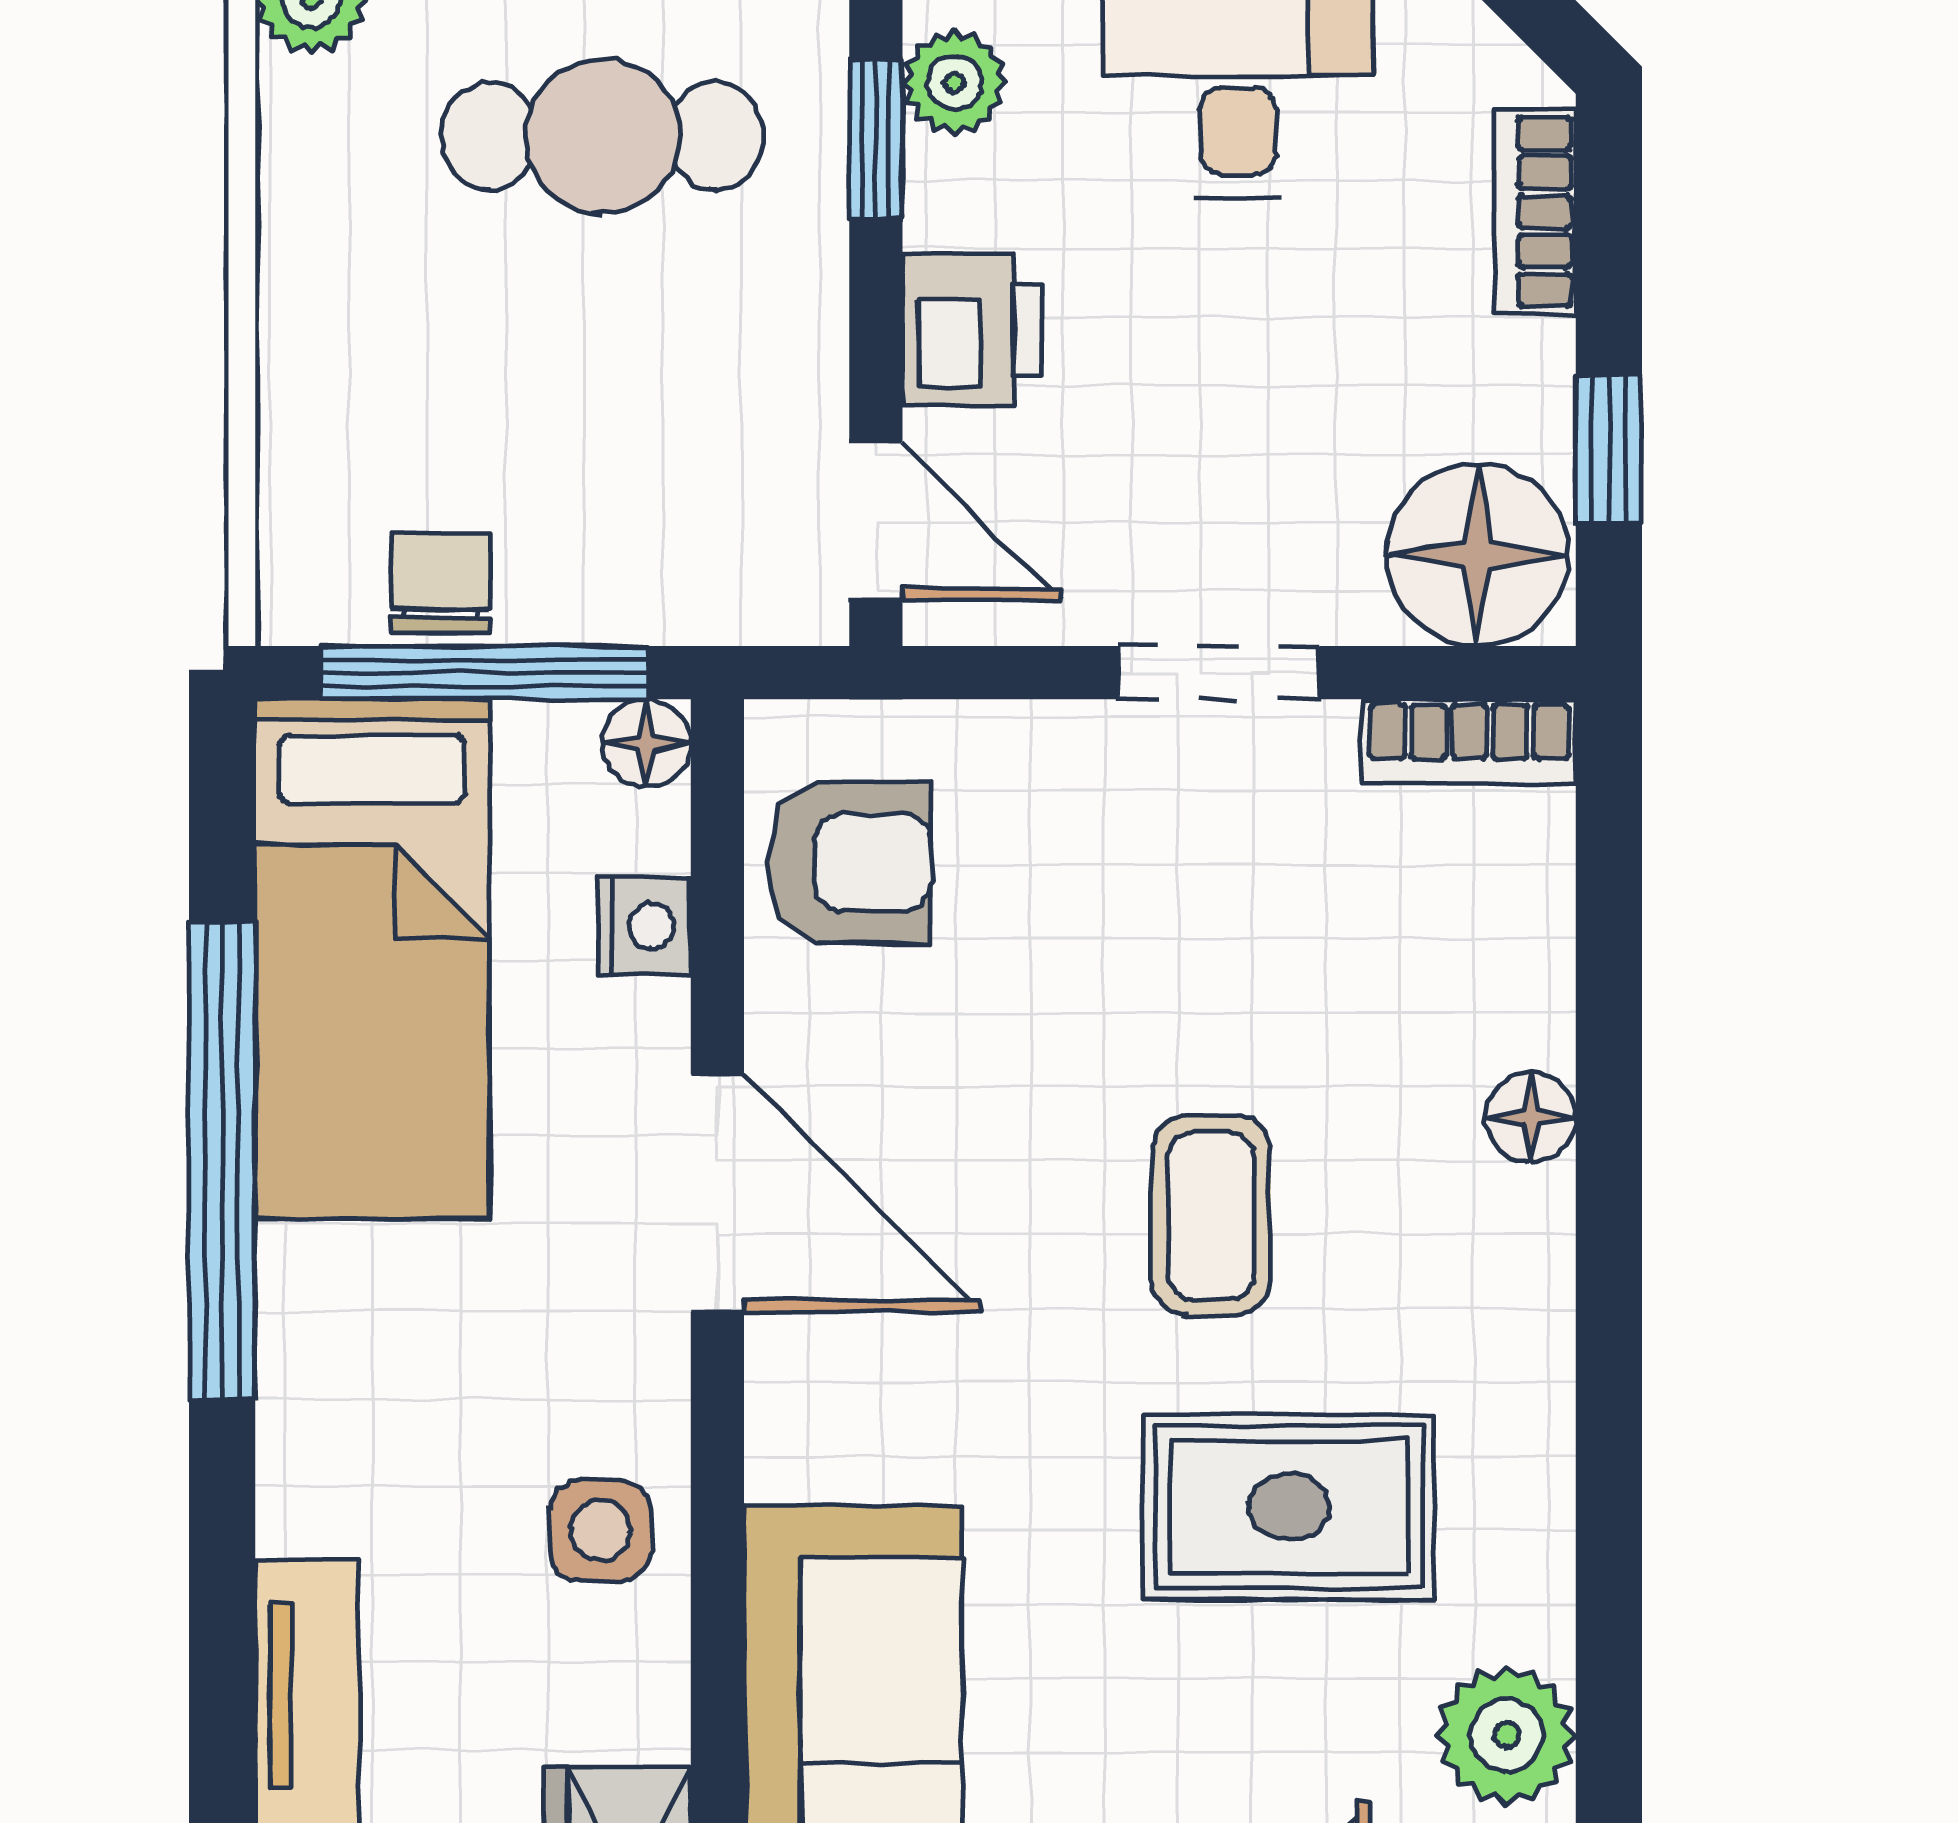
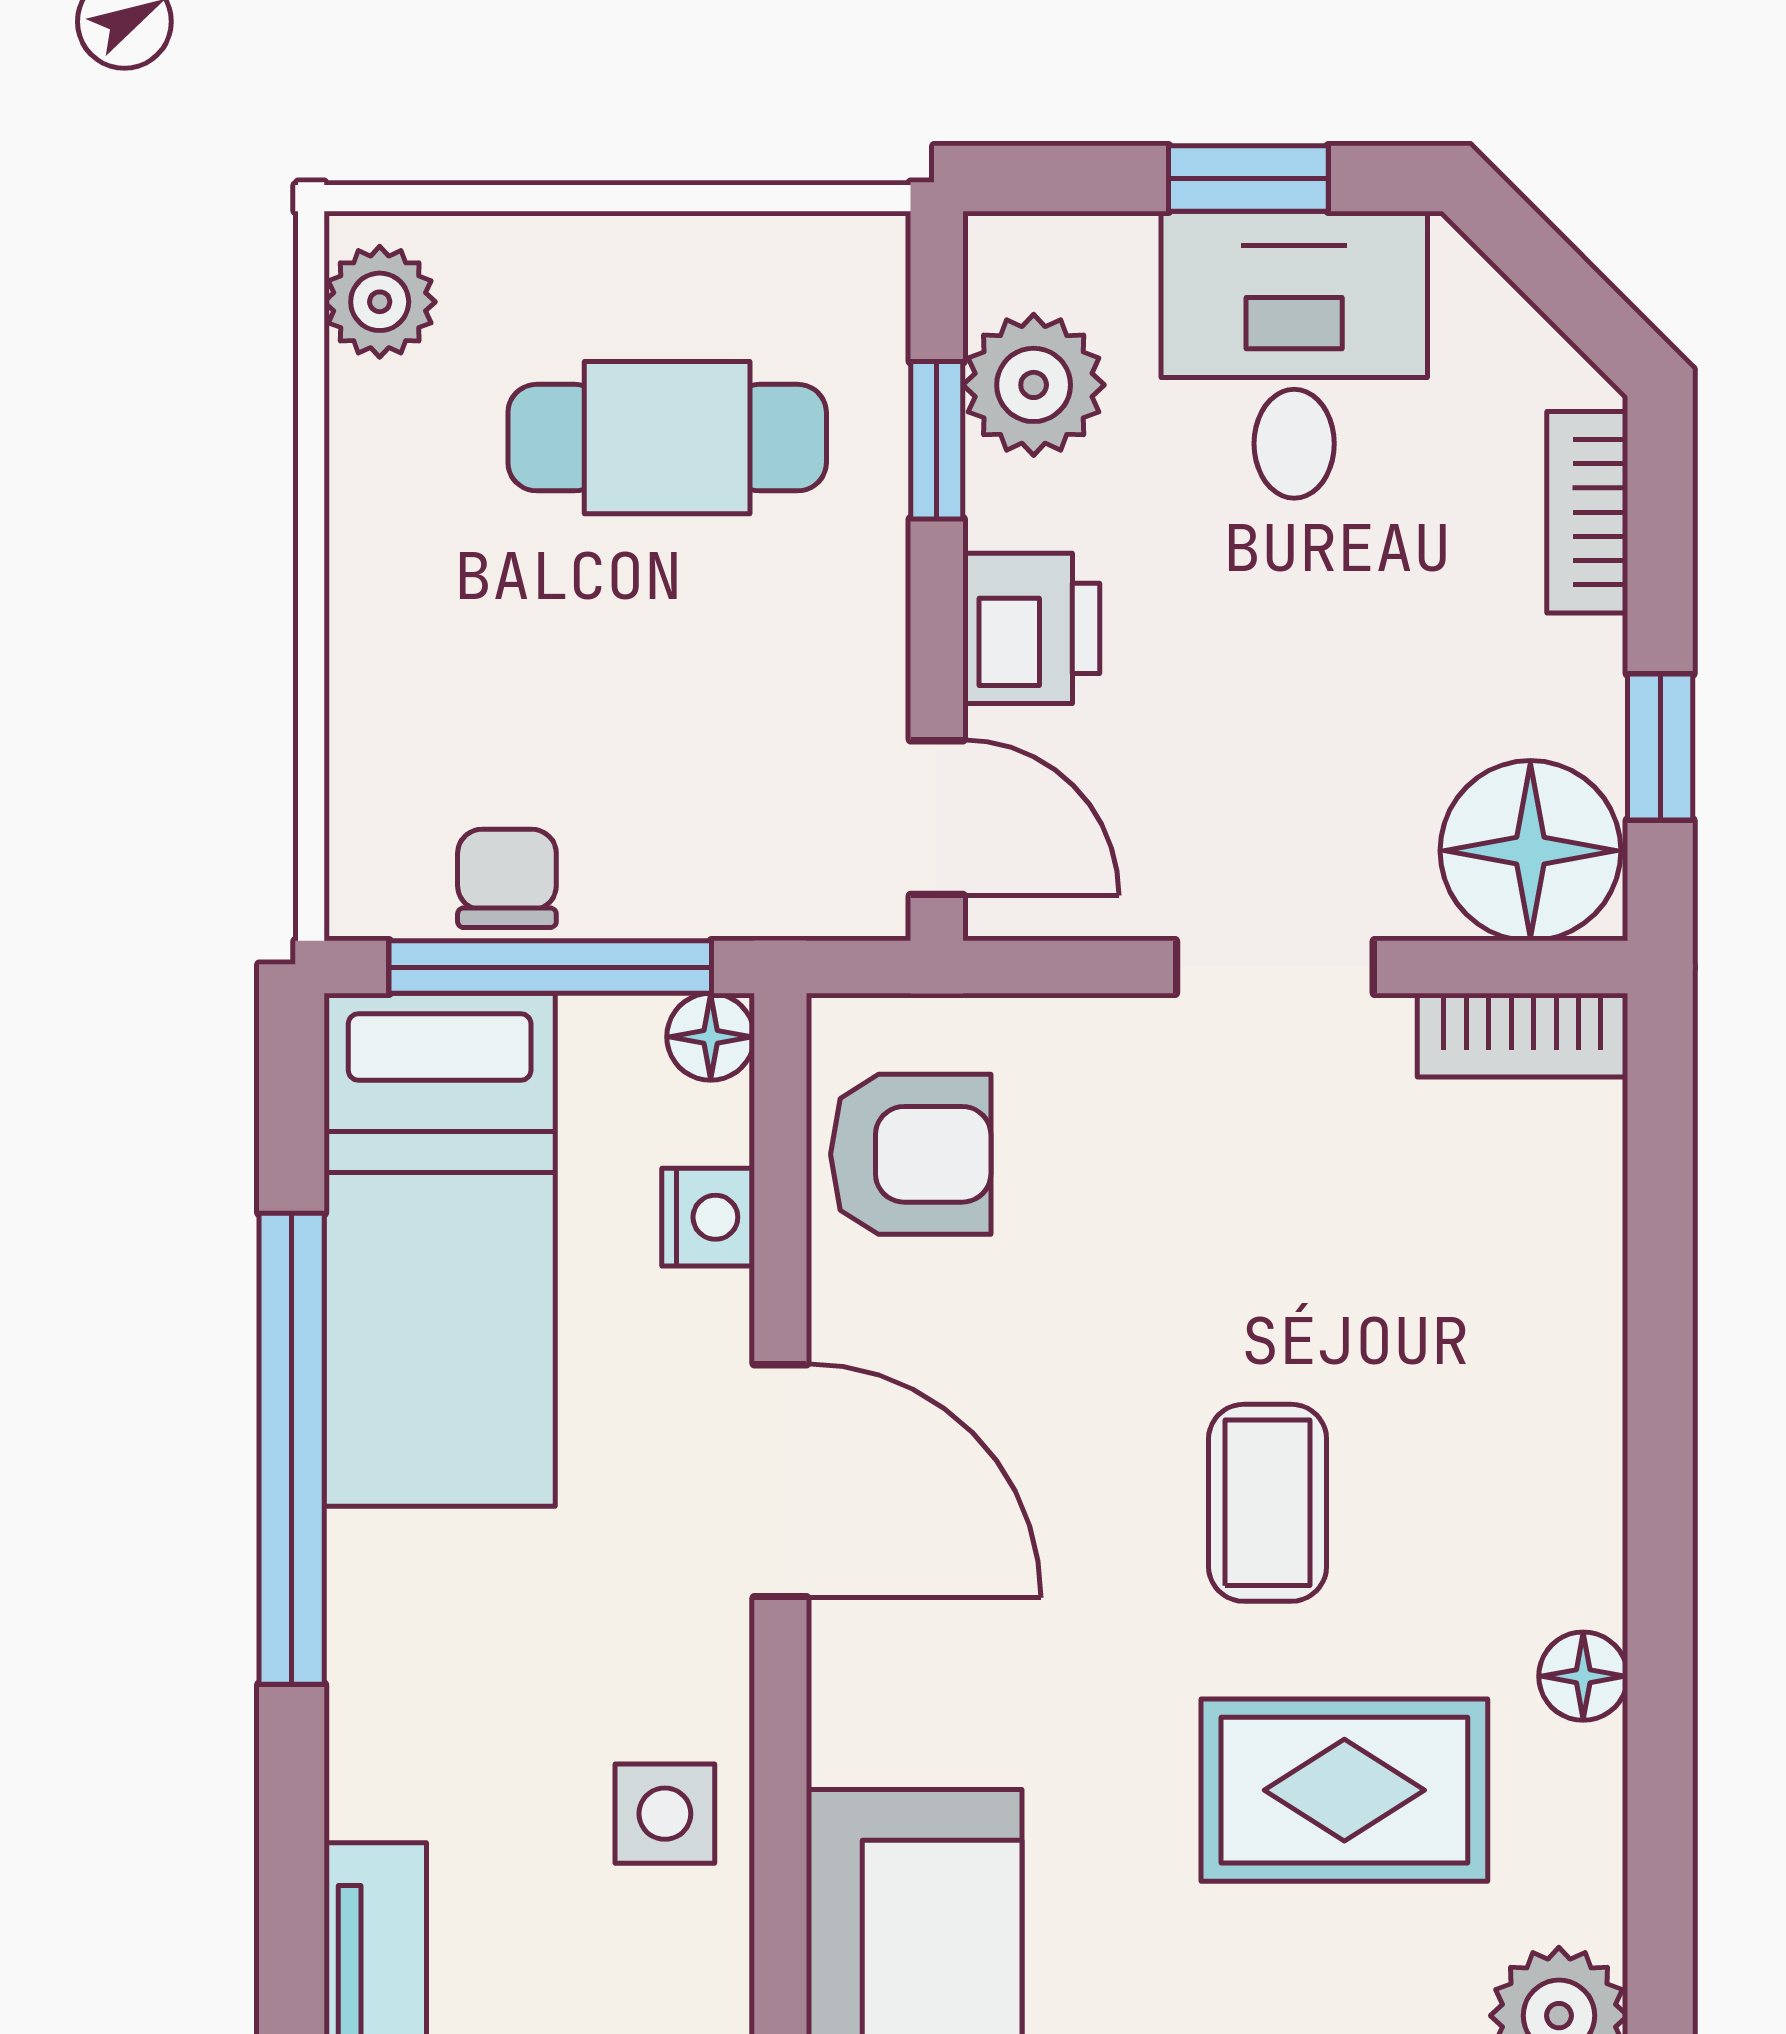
plant: (954, 83) -> (1034, 385), width x1.38, depth x1.38
floor lamp: (1531, 1117) -> (1583, 1676), moved

